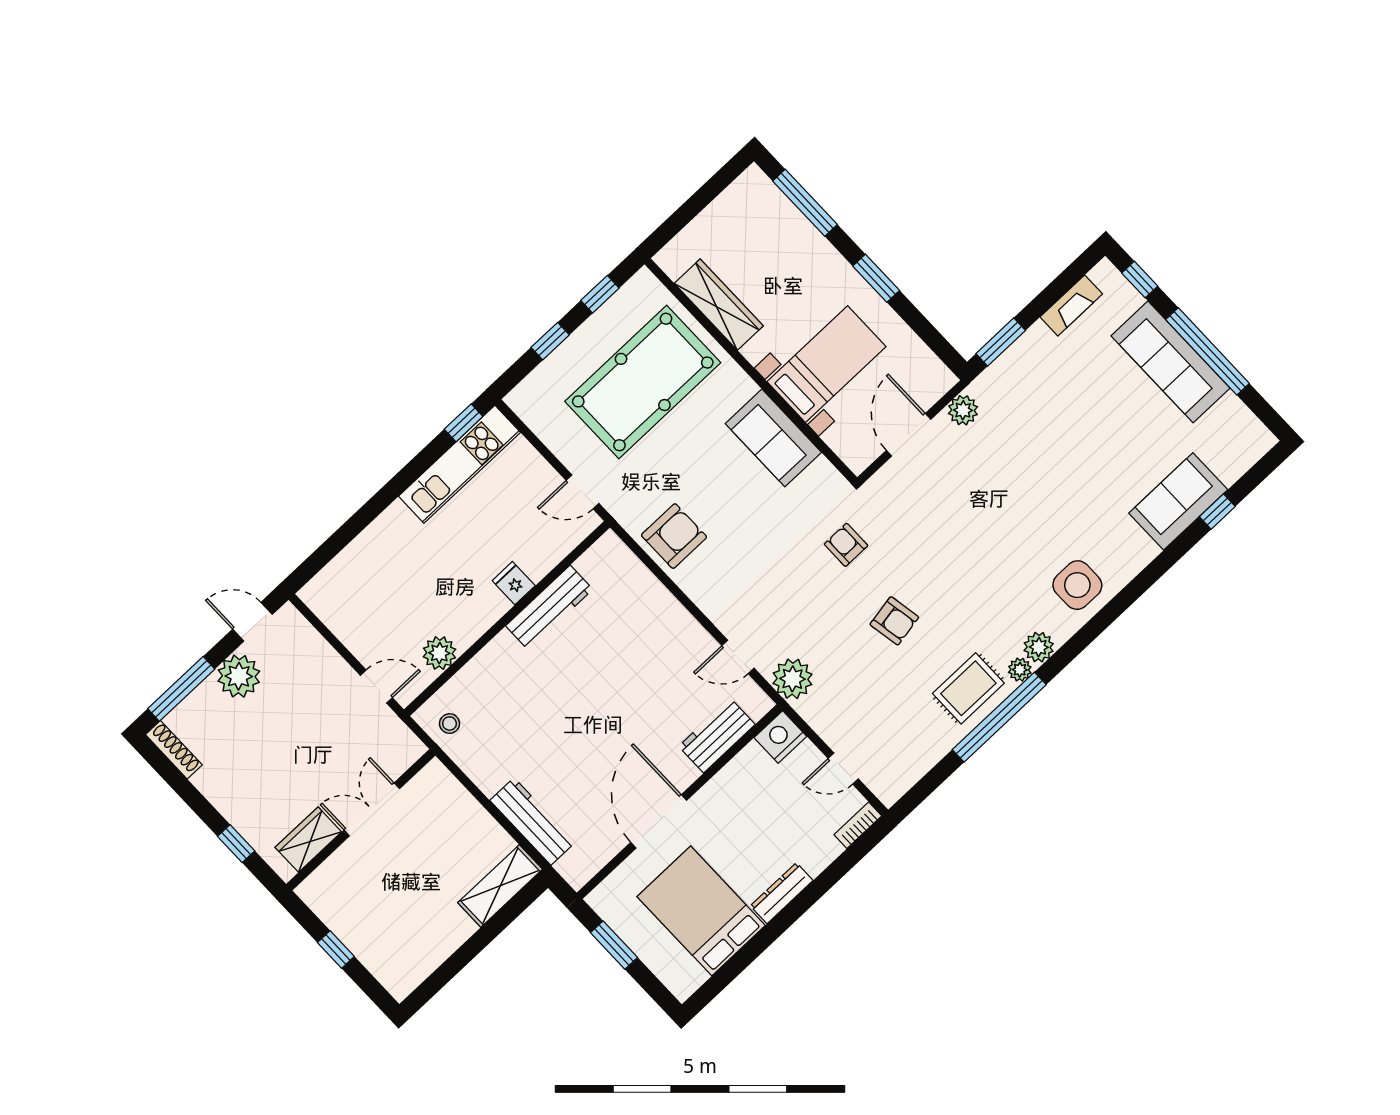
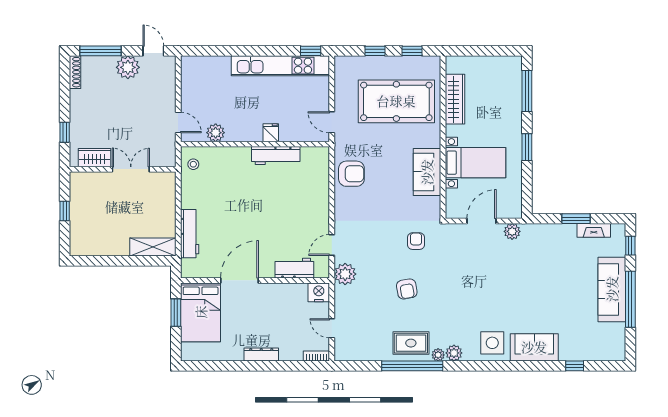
window: (1001, 342) -> (576, 219), moved
kitchen unit: (459, 464) -> (280, 66), width x1.36
sofa: (1178, 501) -> (534, 347), moved
door: (738, 657) -> (332, 245), hinge flipped
bed: (701, 911) -> (201, 312), moved, turned 180

